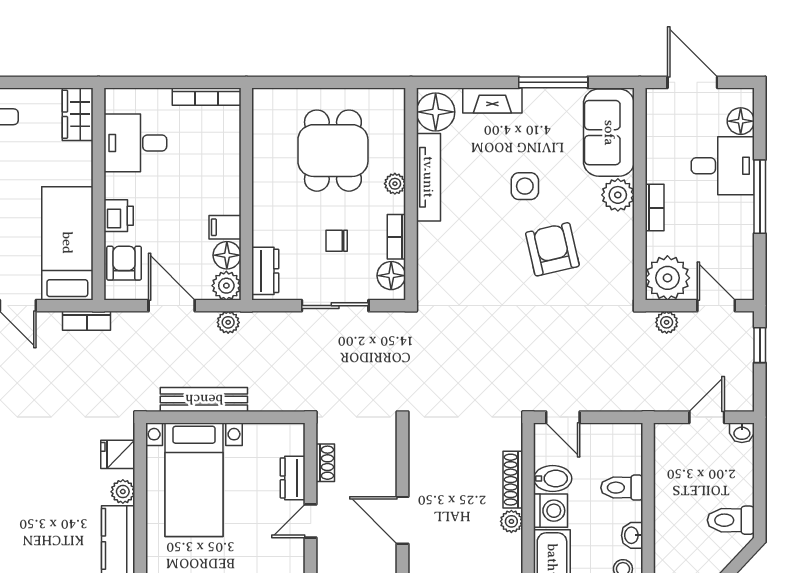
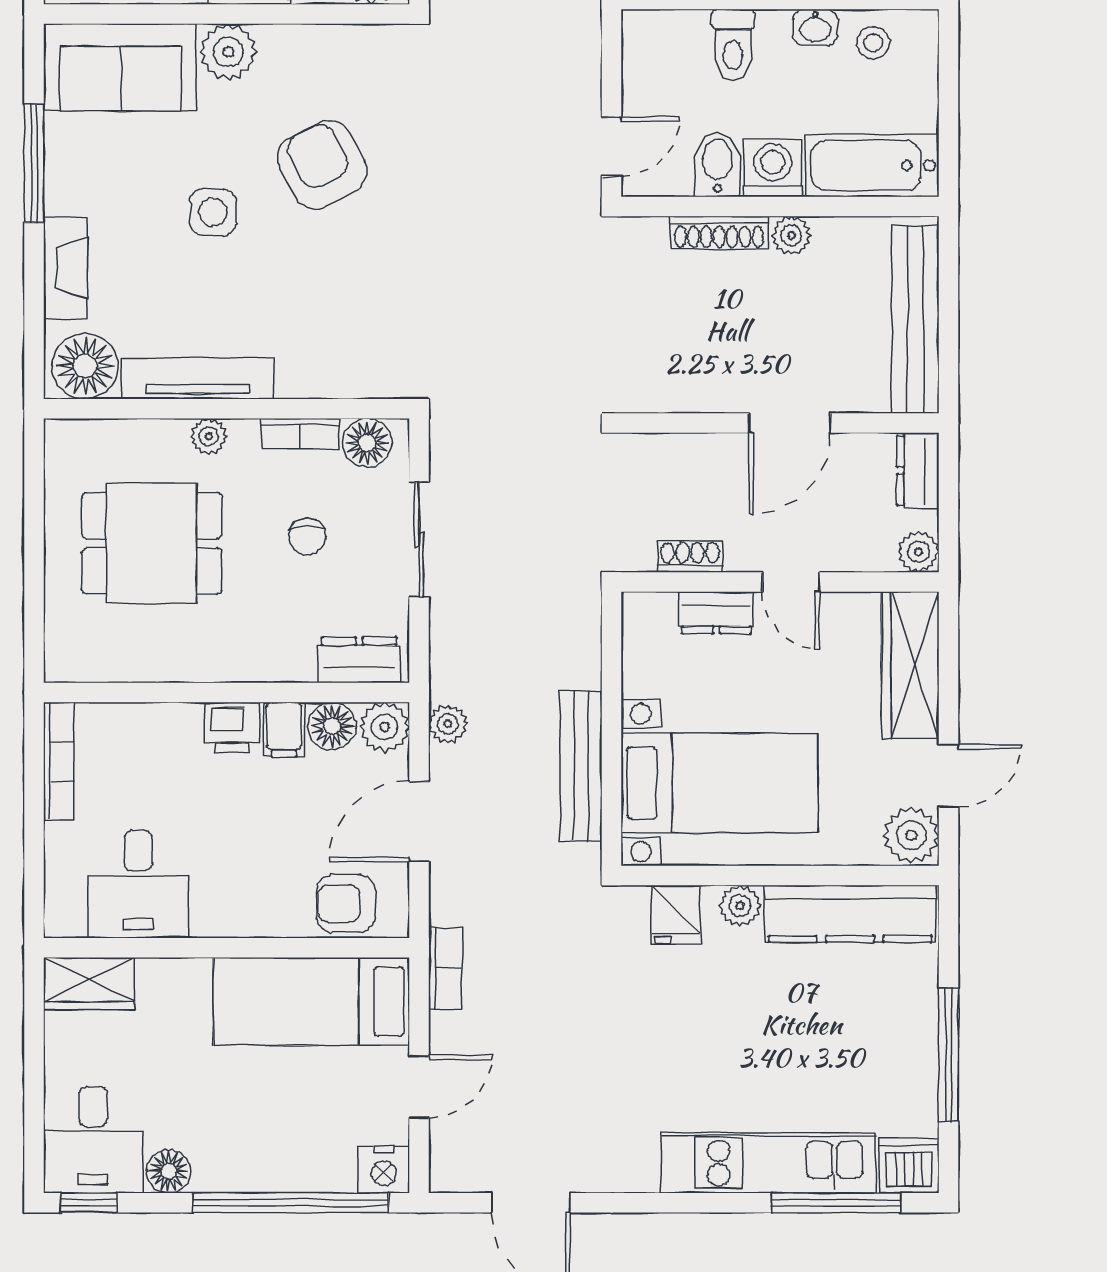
printer: (119, 216) -> (232, 727), moved, turned 180
armchair: (552, 249) -> (322, 165), turned 75

